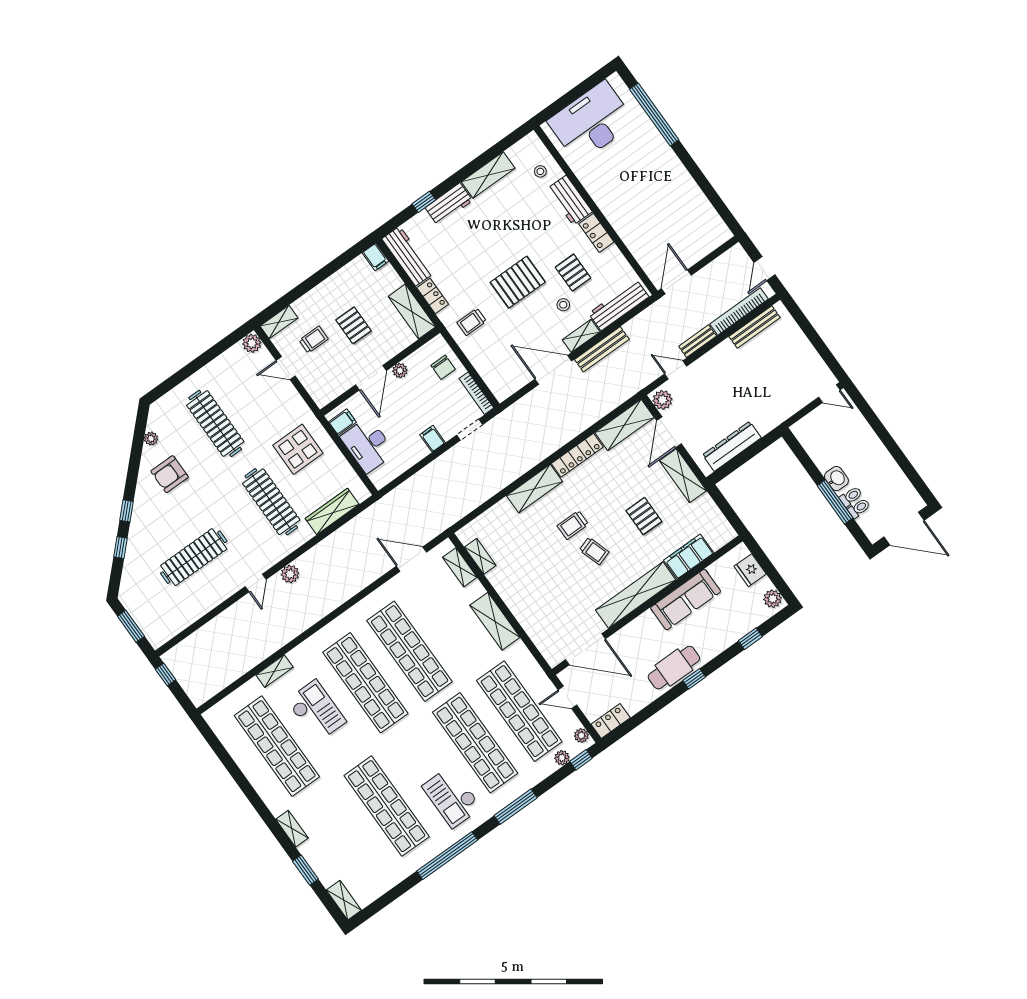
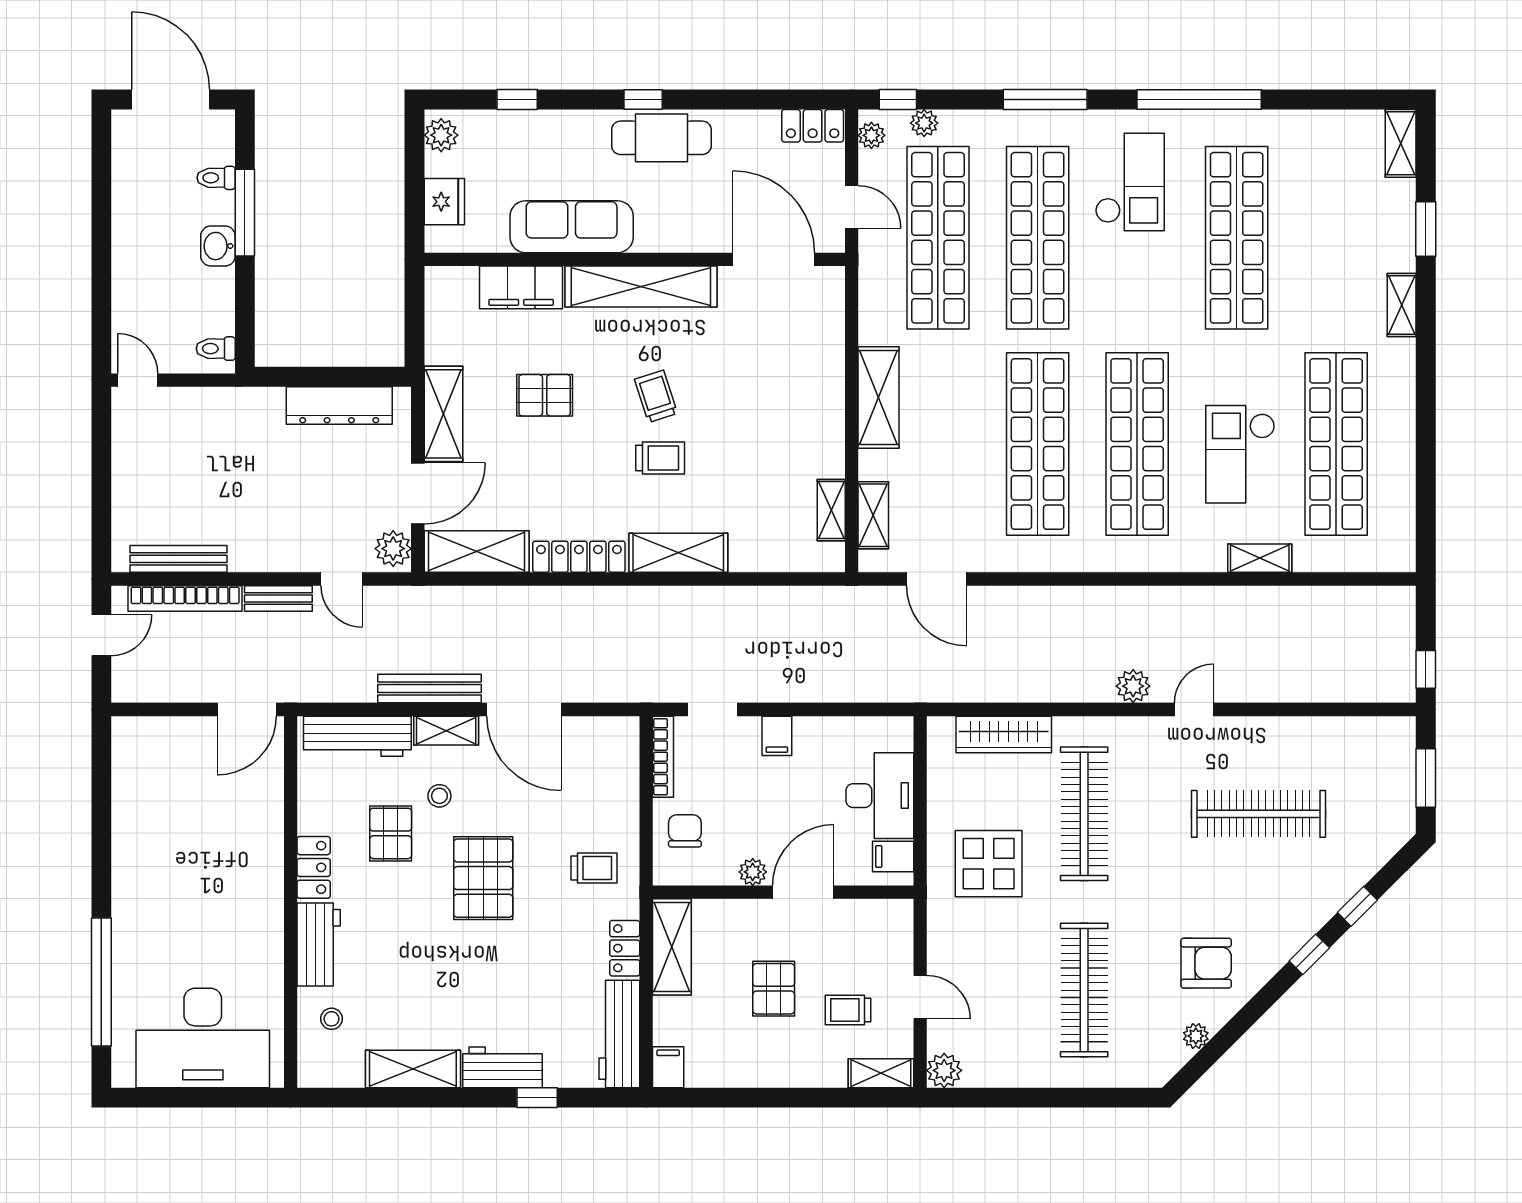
pallet: (518, 282) -> (483, 878), turned 90
toilet: (851, 496) -> (216, 349), moved
pallet: (644, 516) -> (545, 395), turned 90

